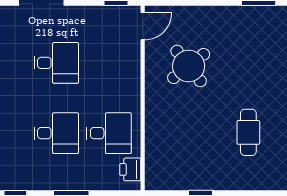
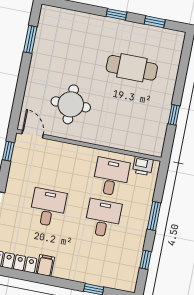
round table: (189, 66) -> (71, 104), turned 38
cafe table: (248, 132) -> (132, 68), width x1.37, depth x1.35

